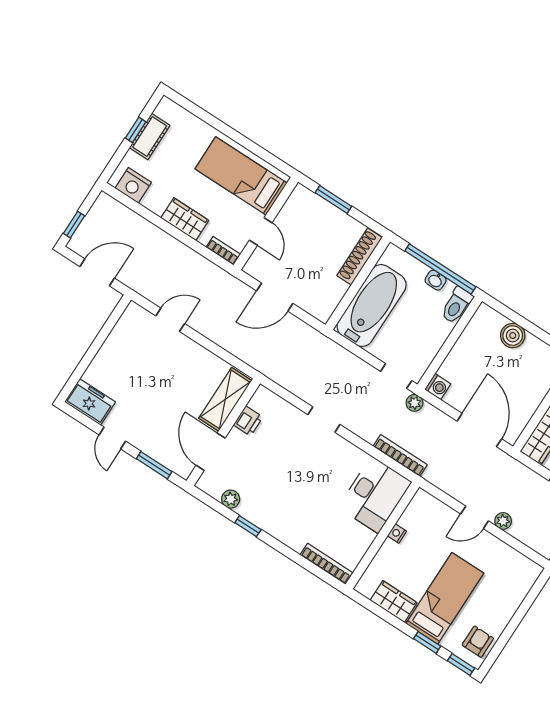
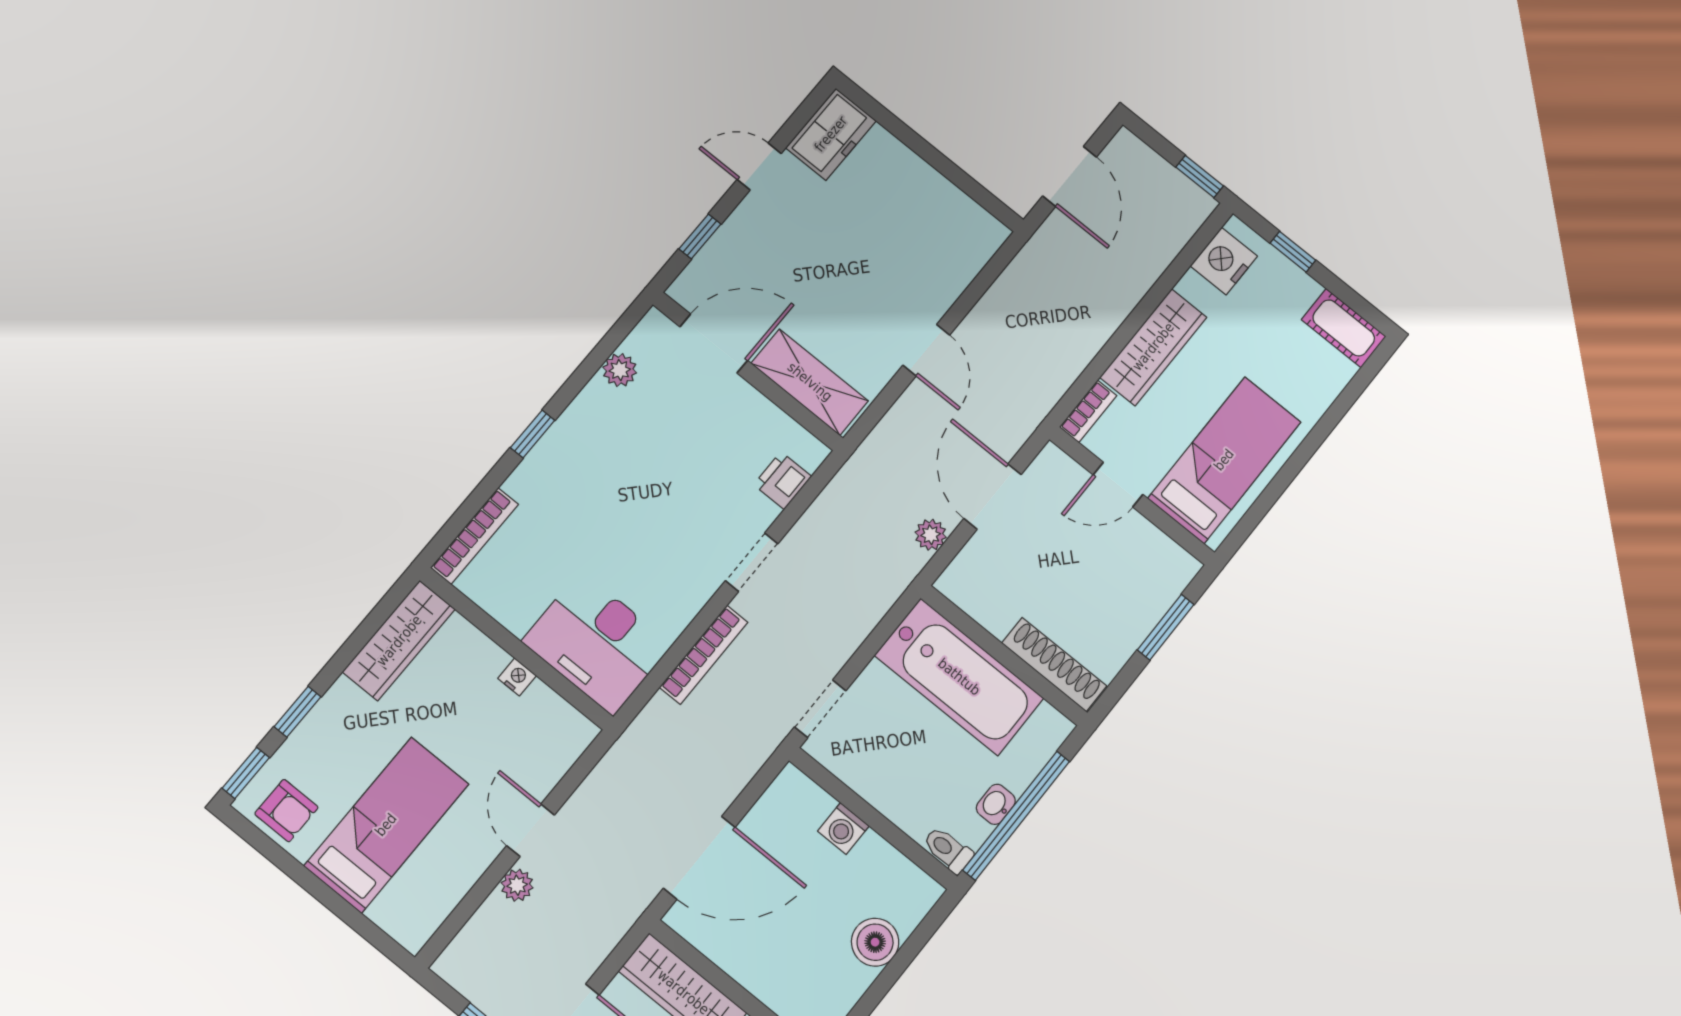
window: (136, 130) -> (1293, 252), moved
cot: (150, 137) -> (1344, 328), moved
wardrobe: (185, 219) -> (1153, 347), width x1.50
window: (74, 225) -> (1200, 177), moved
toilet: (457, 305) -> (948, 850), width x0.73, depth x0.72
door: (170, 320) -> (926, 350), moved
washing machine: (438, 387) -> (843, 829), moved
plant: (414, 403) -> (931, 535), moved
printer: (248, 421) -> (783, 481), moved, turned 90
bookcase: (400, 456) -> (704, 655), moved
window: (154, 465) -> (700, 236), width x0.67
window: (248, 526) -> (533, 434), moved
bed: (445, 598) -> (386, 825), moved, turned -90
wardrobe: (394, 601) -> (399, 641), width x1.50

